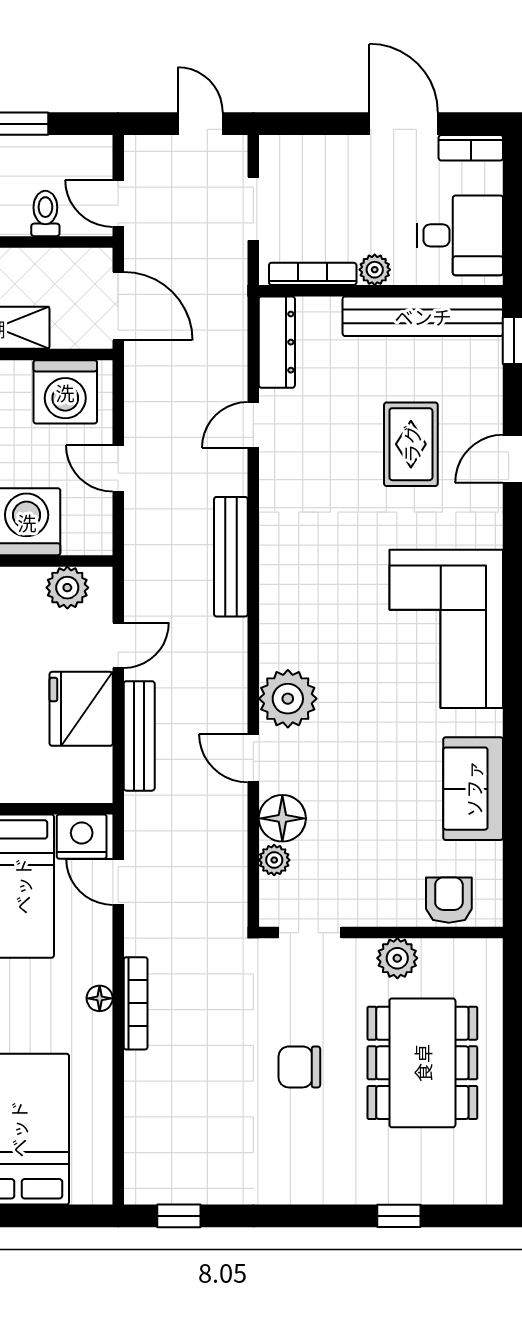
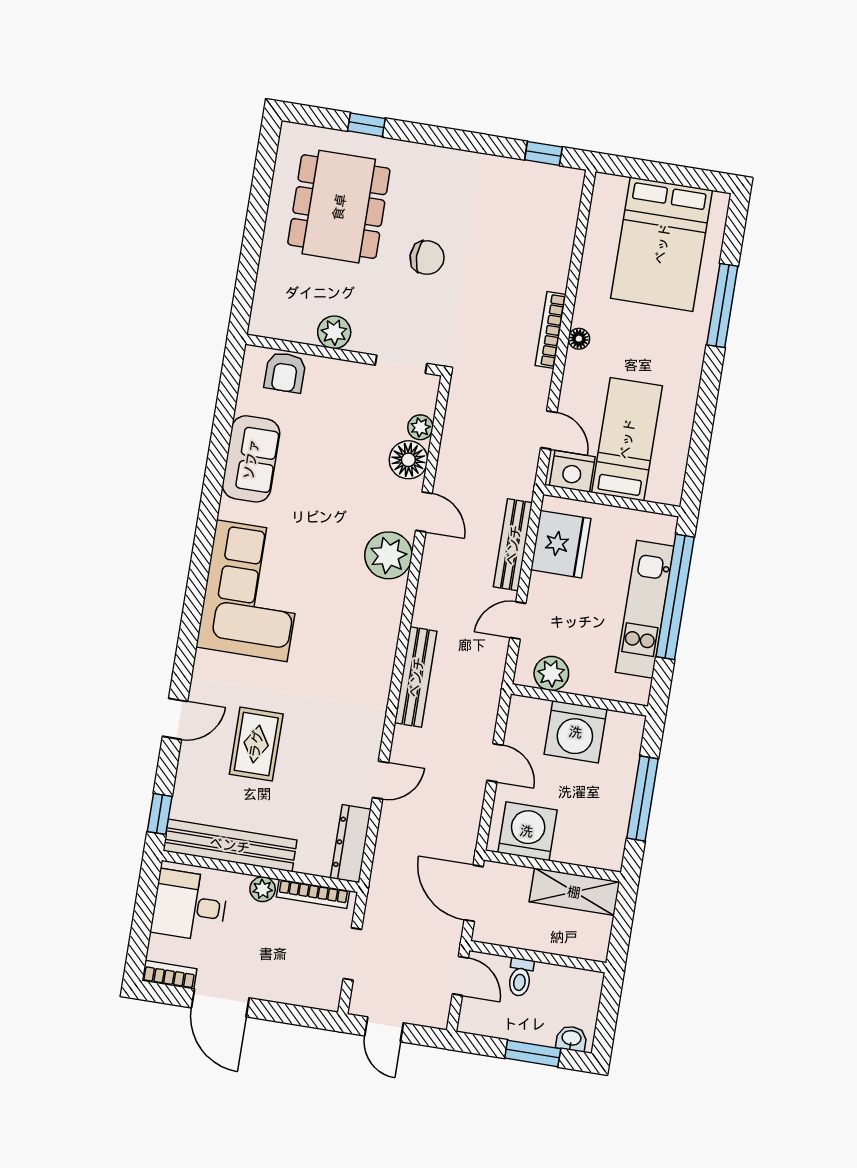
fridge: (81, 709) -> (561, 544), moved
dining table: (422, 1063) -> (339, 207), moved

